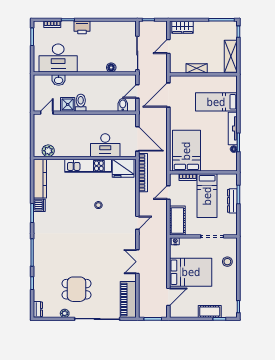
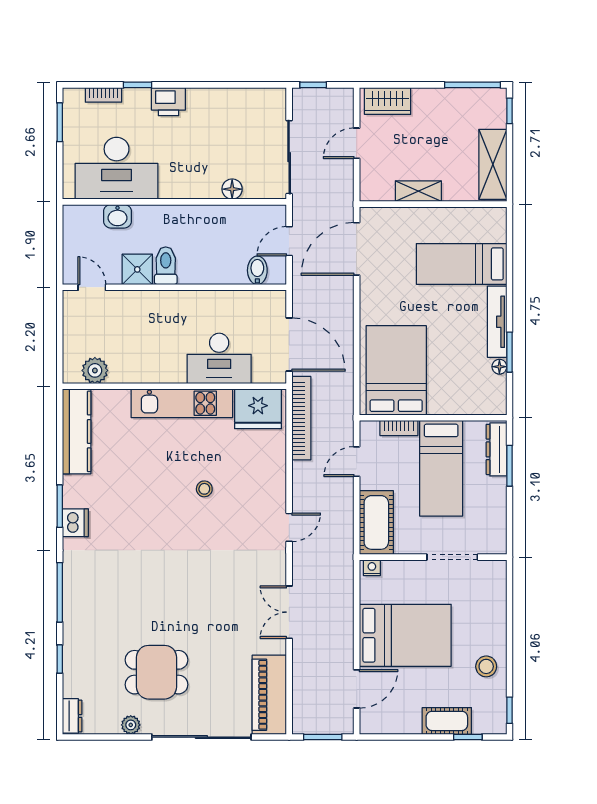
door: (47, 113) -> (92, 287), hinge flipped
dresser: (232, 201) -> (496, 449), moved
dishwasher: (39, 205) -> (75, 523), moved
stool: (227, 262) -> (486, 666), moved

